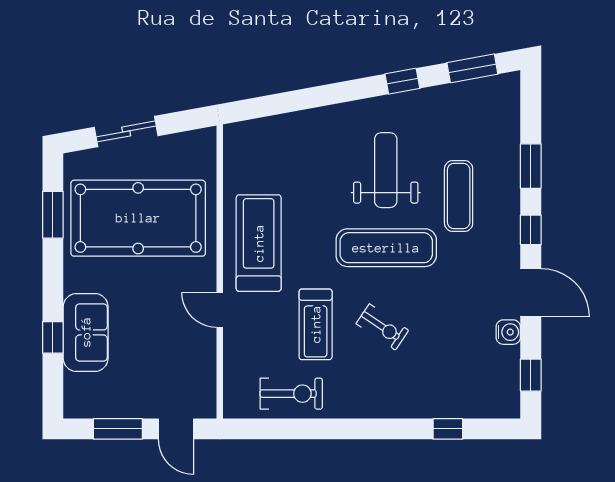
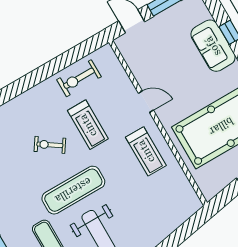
treadmill: (259, 243) -> (146, 151), width x0.73, depth x0.73
treadmill: (316, 324) -> (88, 125), turned 180

